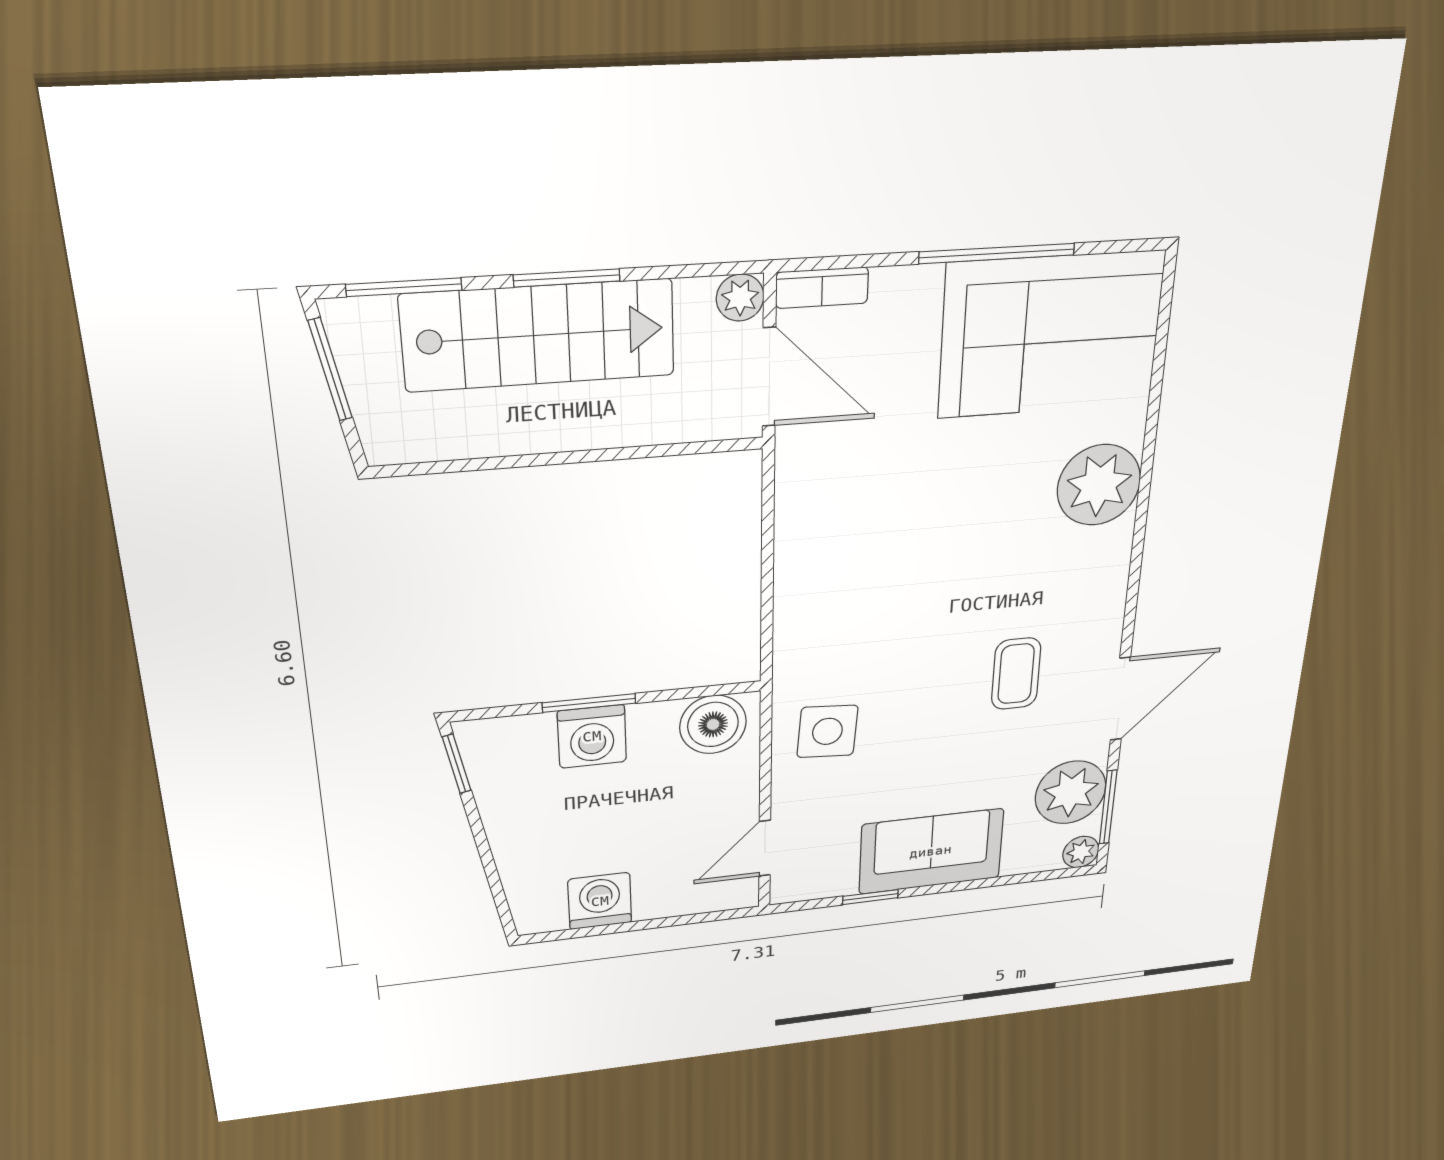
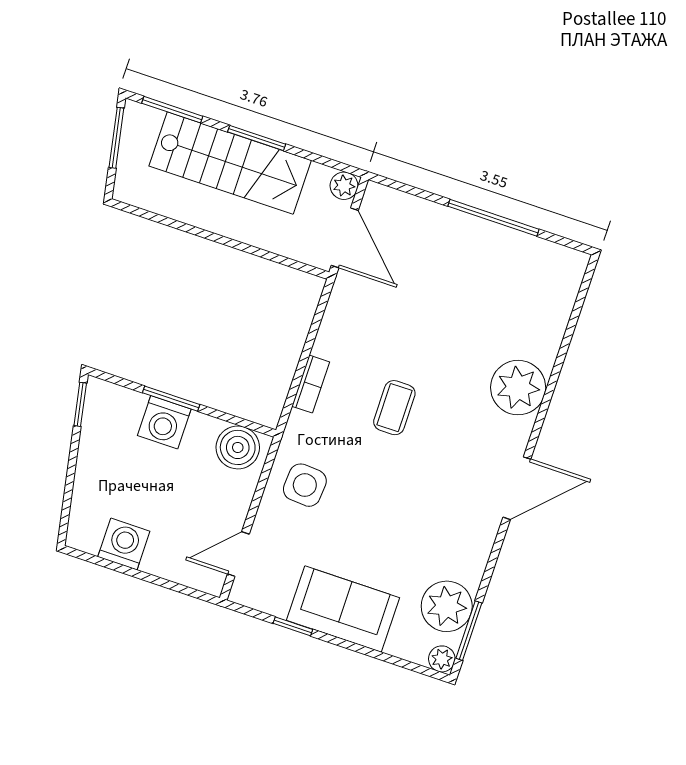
bookcase: (822, 288) -> (311, 384), moved, turned -90
corner sofa: (1051, 335) -> (512, 279), removed
coffee table: (1016, 674) -> (394, 408), moved
door: (1120, 699) -> (517, 488), moved

